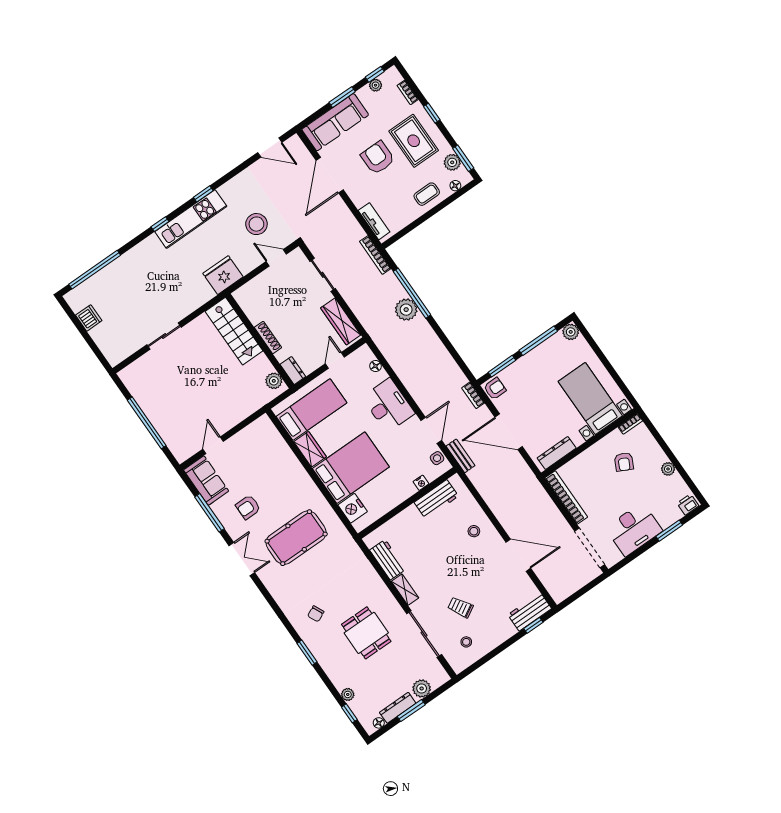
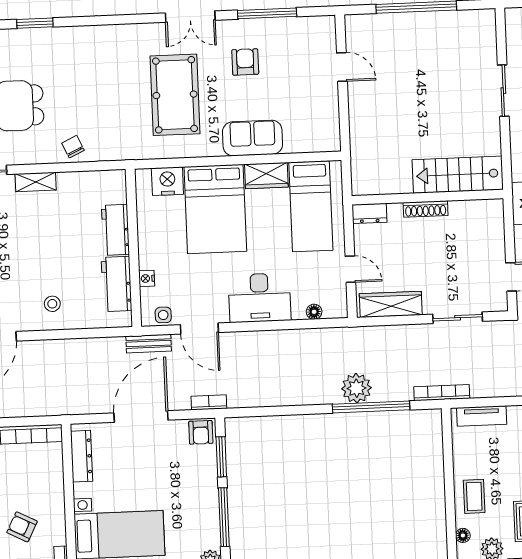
plant: (274, 381) -> (372, 184), removed
sofa: (206, 481) -> (253, 138), moved, turned 180
workbench: (388, 560) -> (115, 230), moved, turned 90
chair: (316, 614) -> (73, 147), moved

